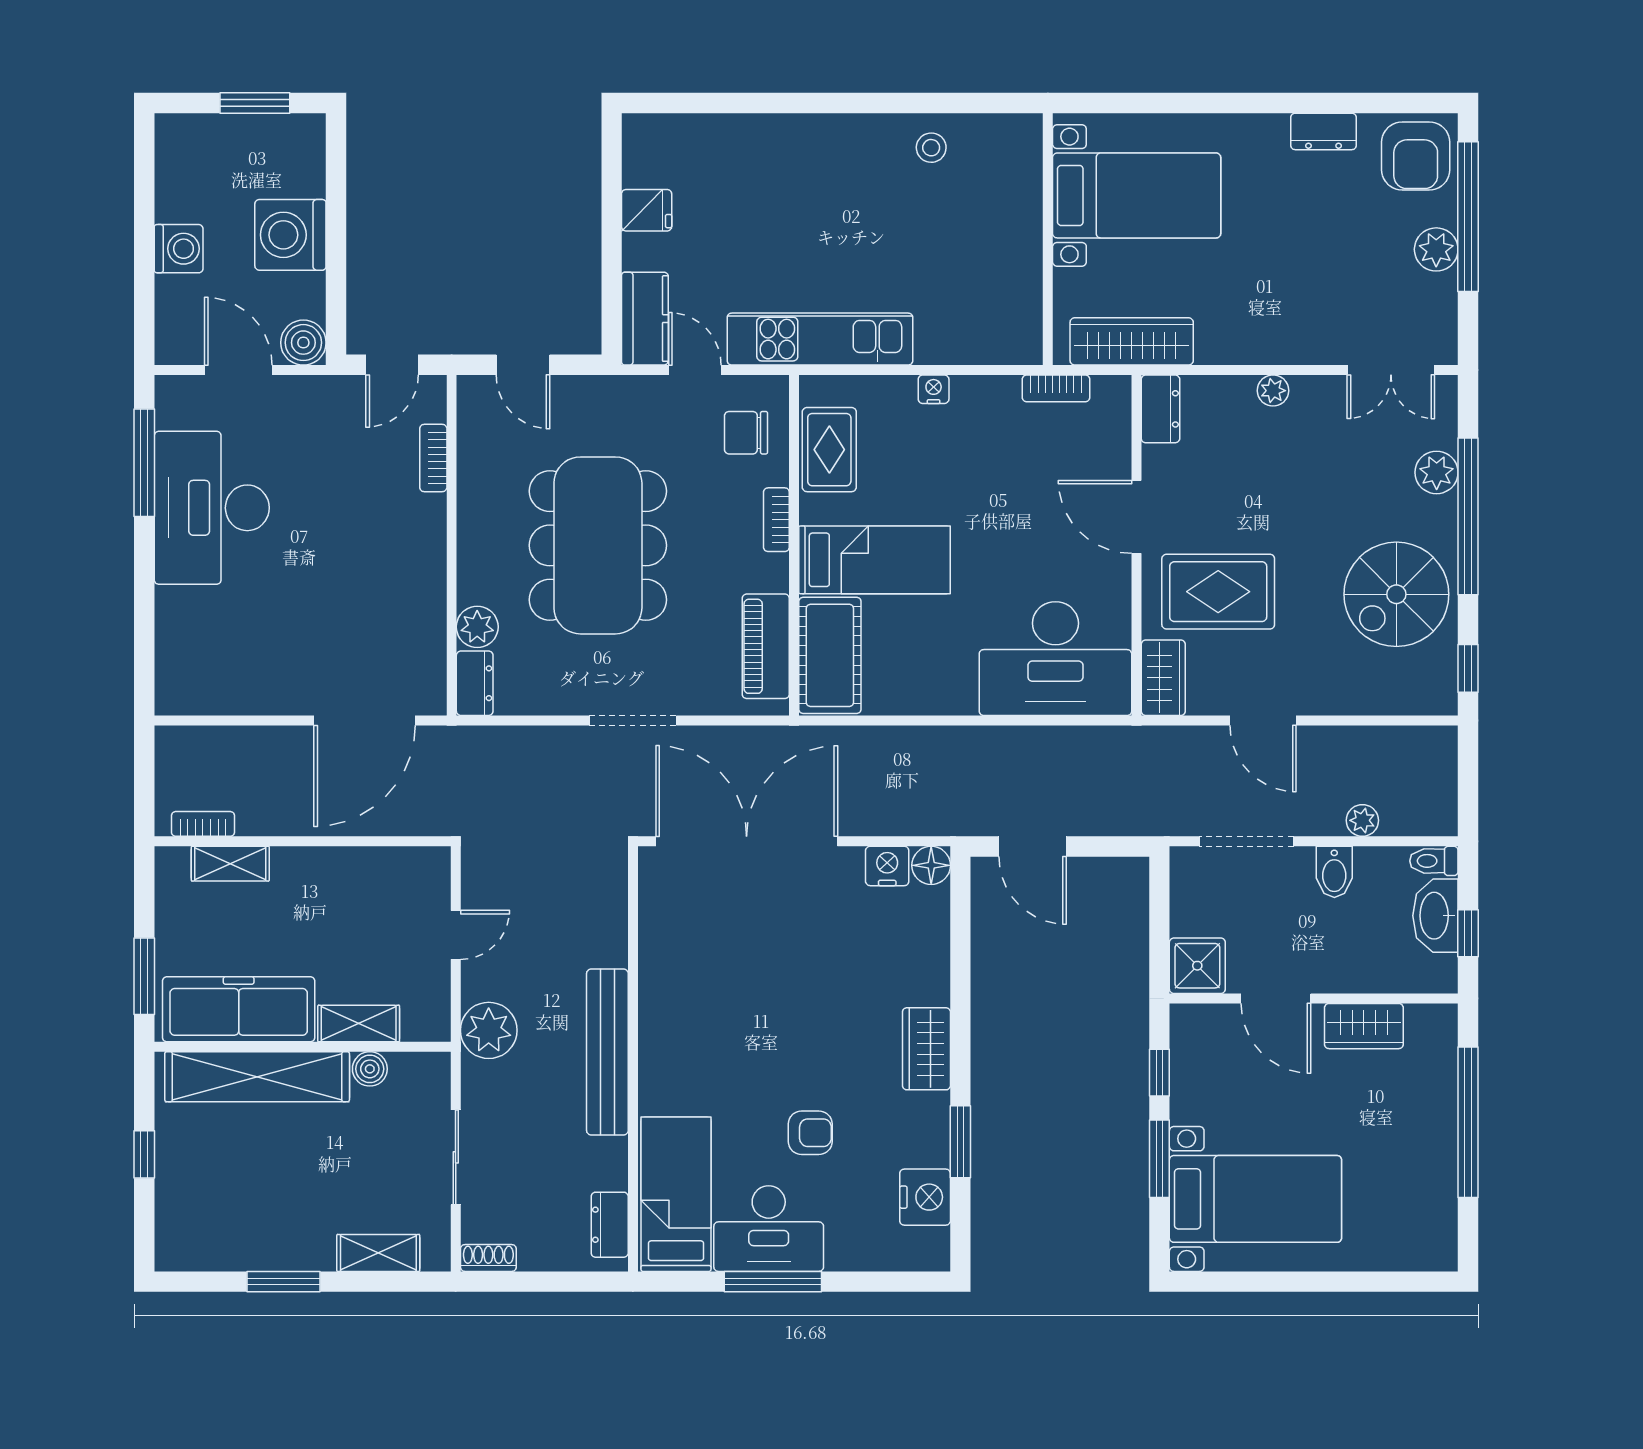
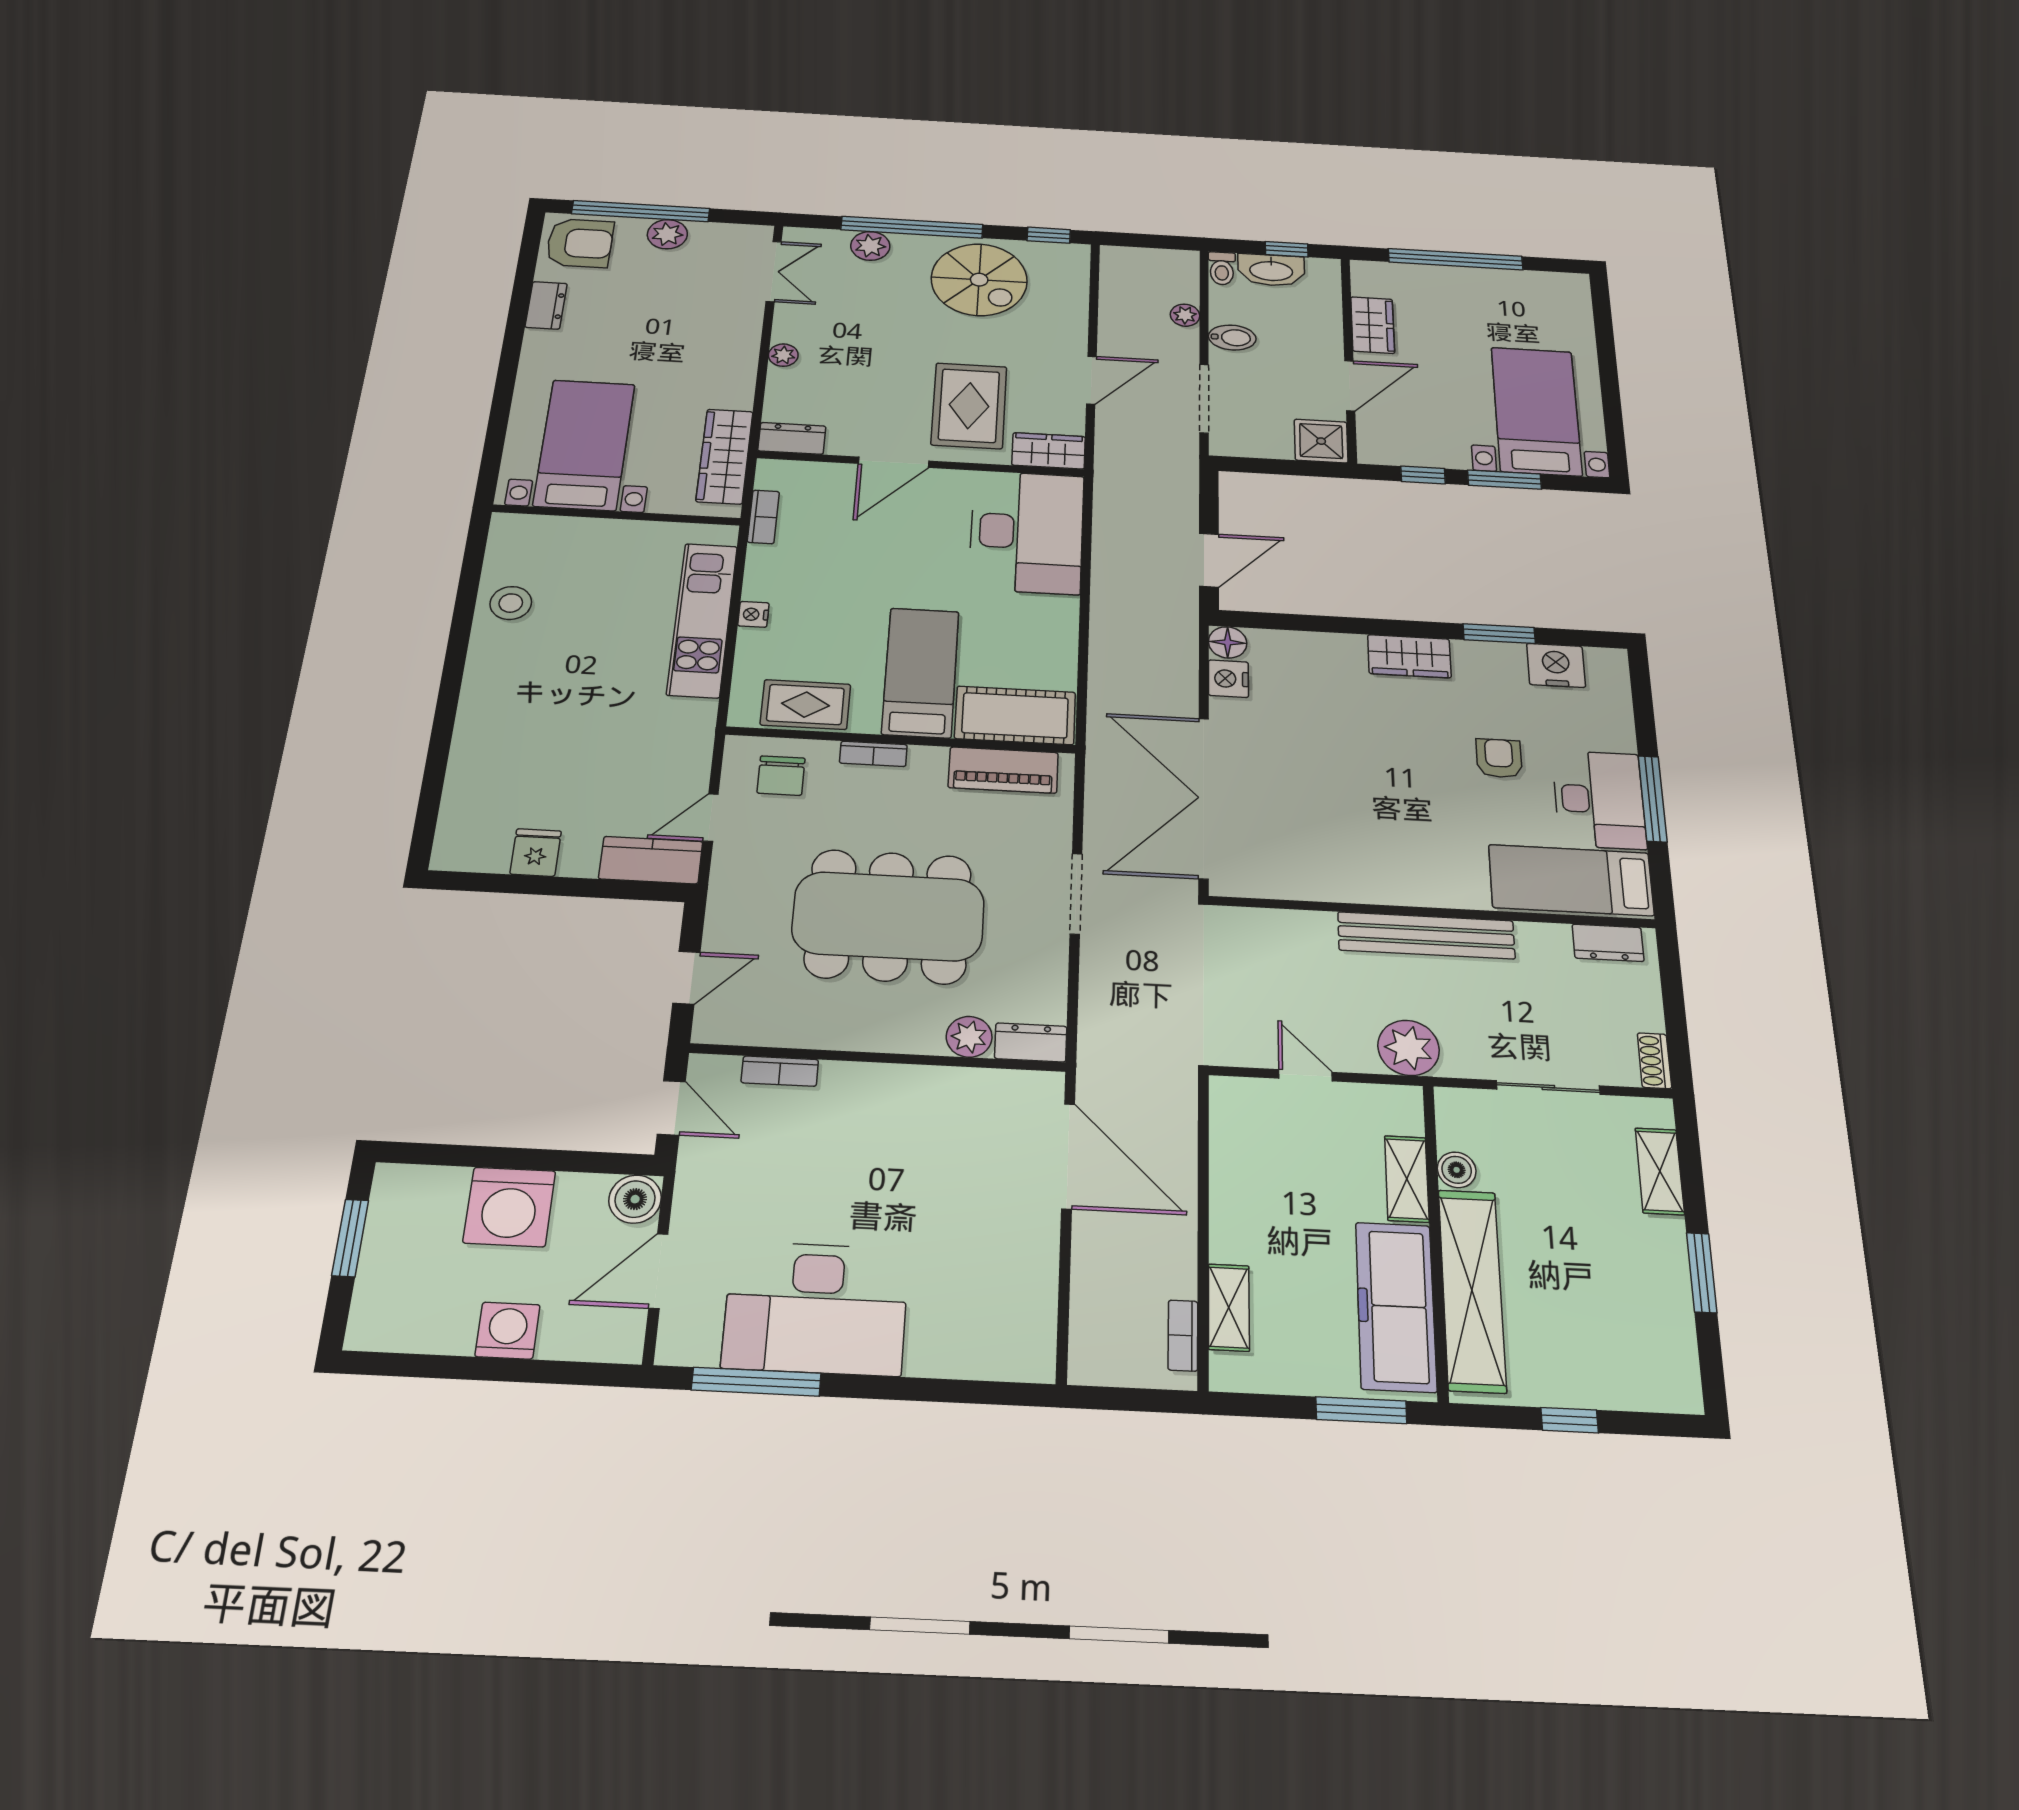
stool: (931, 148) -> (511, 603), width x1.37, depth x1.37
kitchen unit: (820, 339) -> (702, 620), moved

